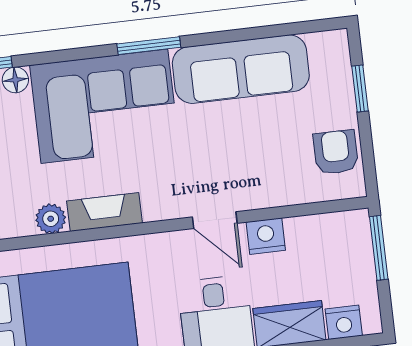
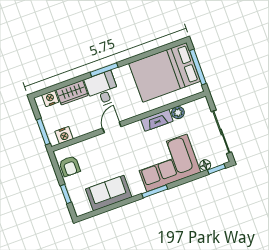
sofa: (241, 69) -> (109, 193), width x0.73
door: (215, 220) -> (112, 127), hinge flipped
nightstand: (266, 236) -> (64, 135), moved

